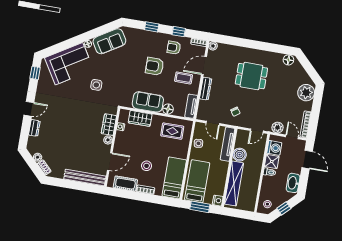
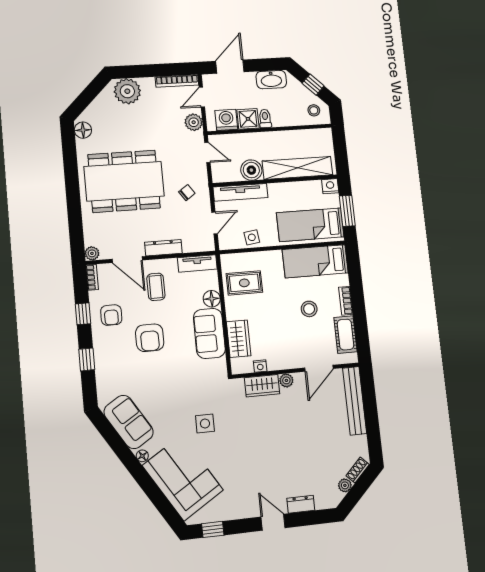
dining table: (251, 76) -> (124, 181), width x1.88, depth x1.24
rug: (172, 131) -> (244, 283), turned 90
door: (110, 162) -> (319, 368), swing flipped

